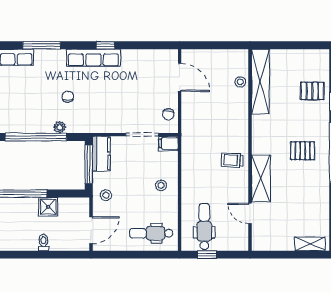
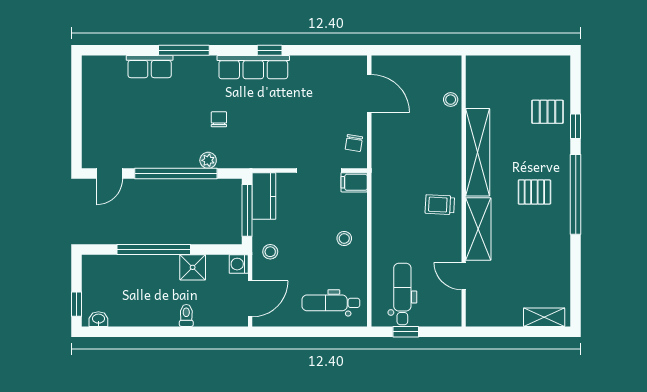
shelving: (260, 82) -> (478, 152), moved
washing machine: (83, 204) -> (239, 264), added

